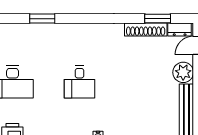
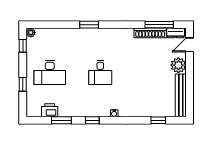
window: (42, 19) -> (89, 25), moved
window: (158, 19) -> (159, 25), width x1.44

